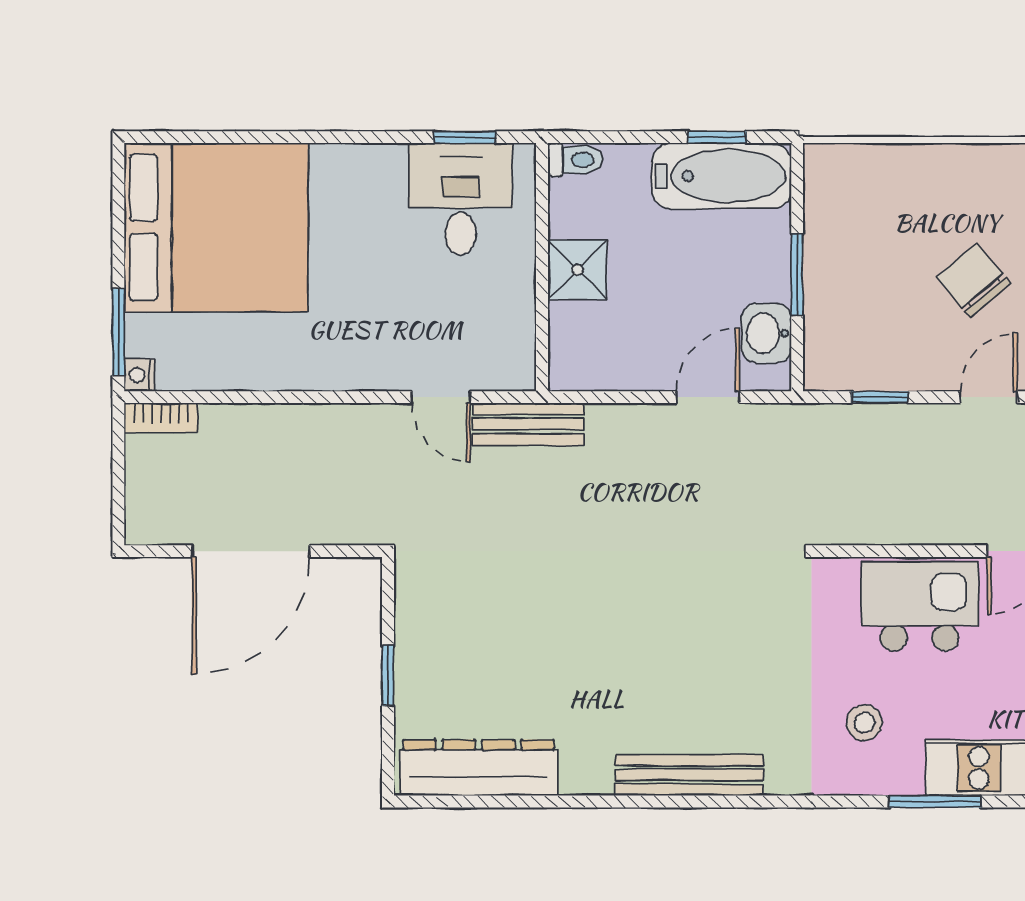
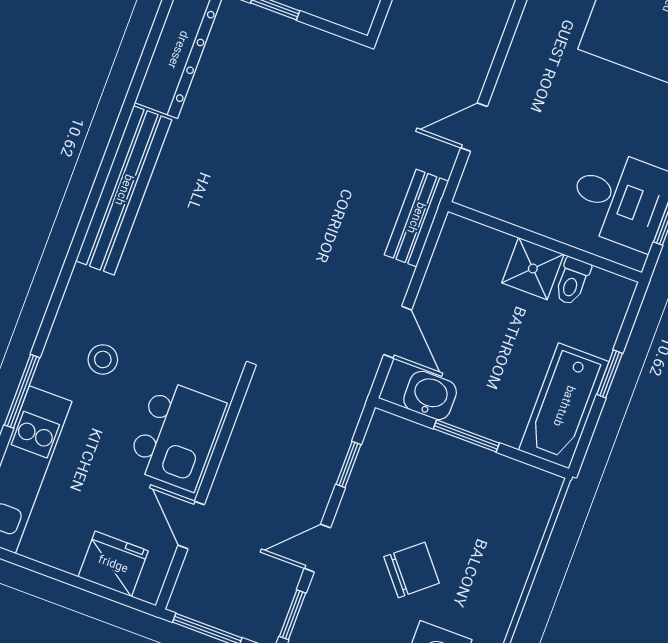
window: (717, 137) -> (610, 374), moved
toilet: (575, 160) -> (572, 281), moved
door: (989, 397) -> (317, 548), swing flipped
bench: (528, 424) -> (416, 218), moved
bench: (689, 775) -> (124, 190), width x1.37, depth x1.21

